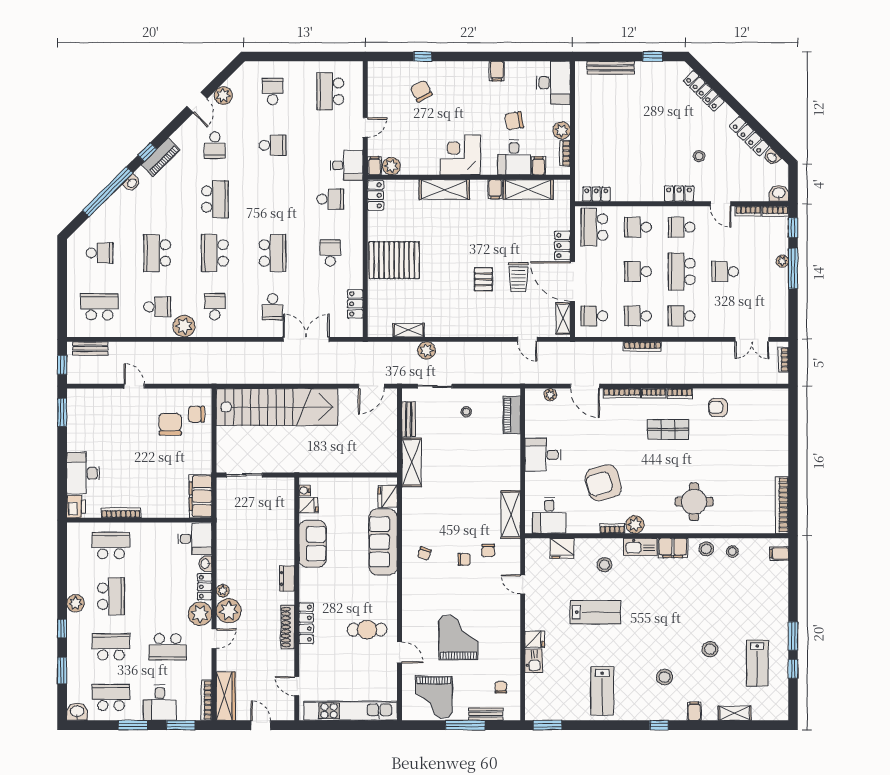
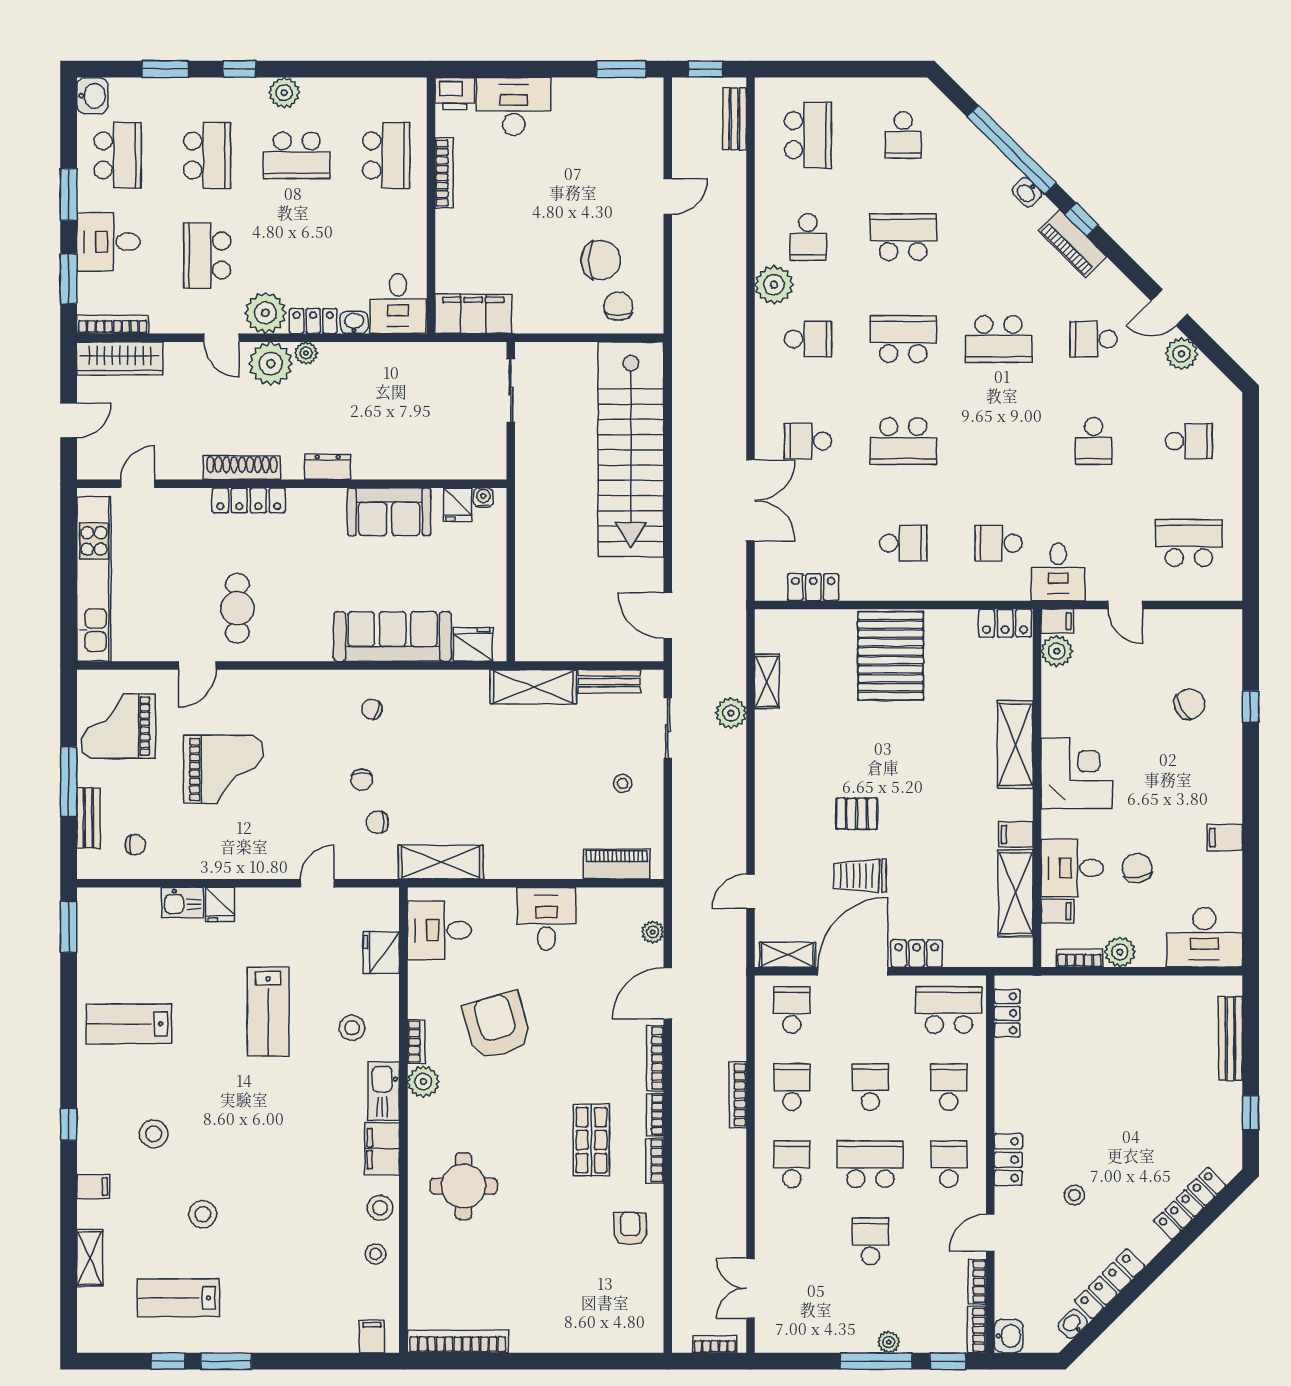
school desk: (330, 199) -> (998, 543), turned 90

